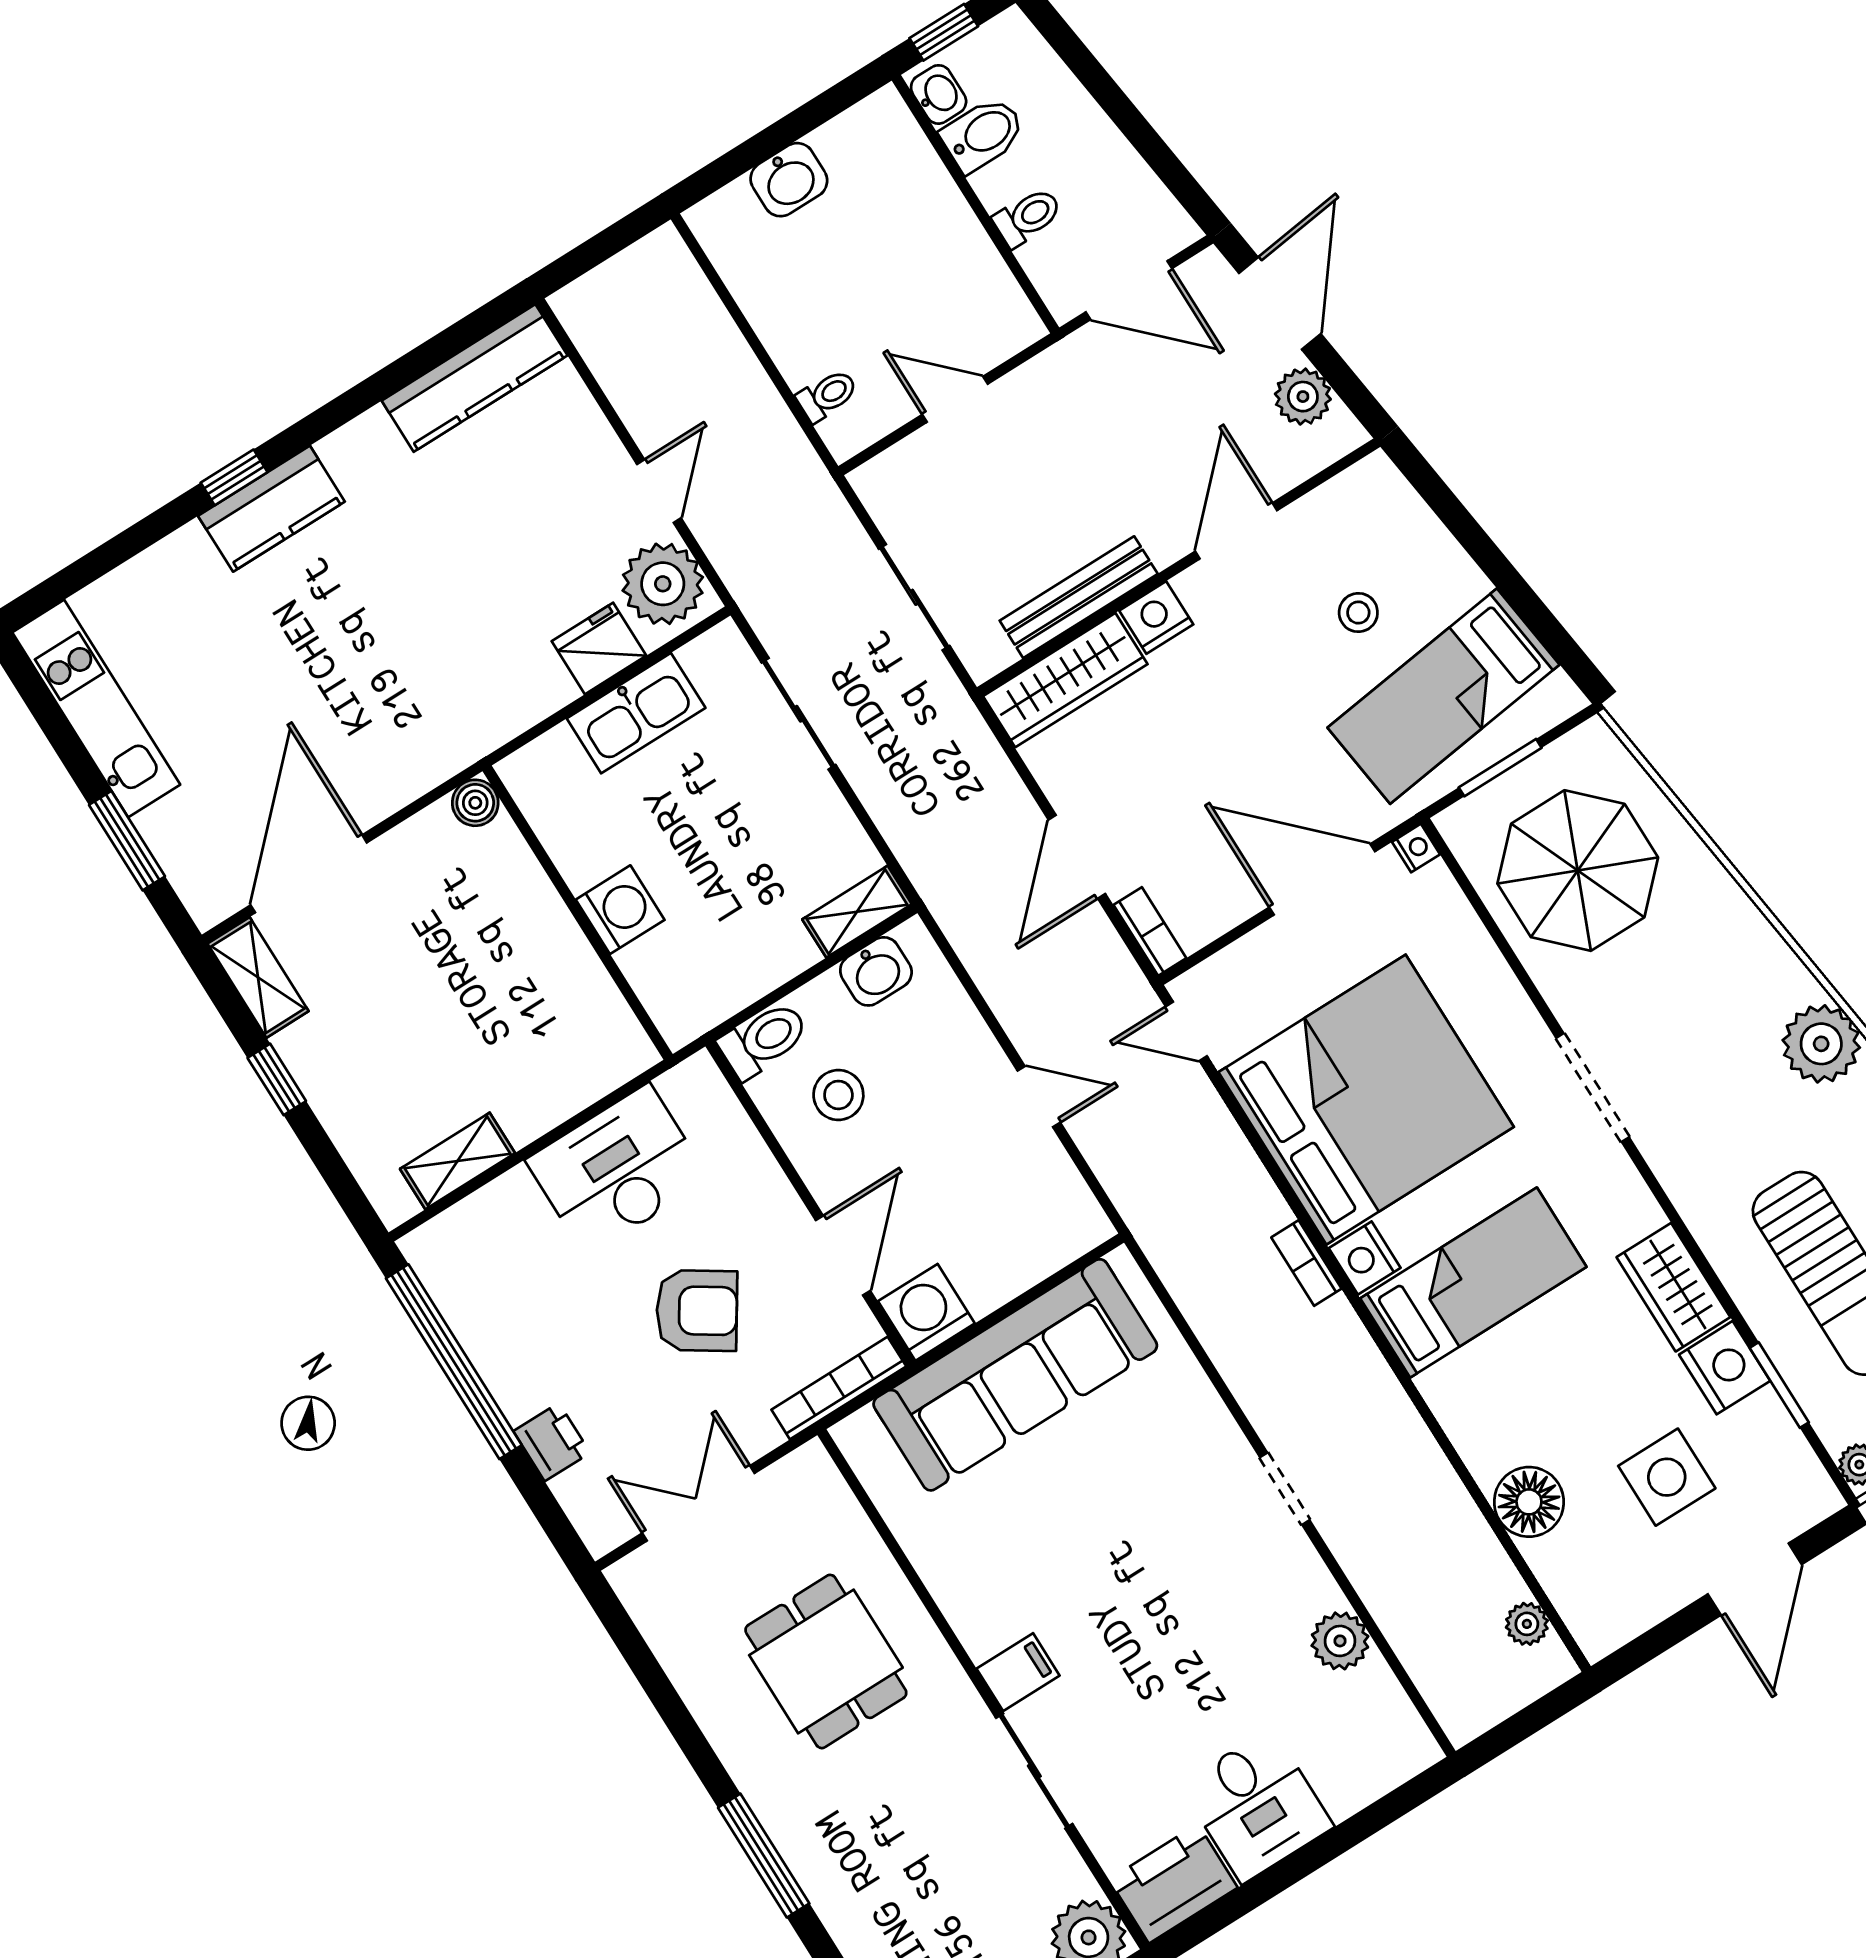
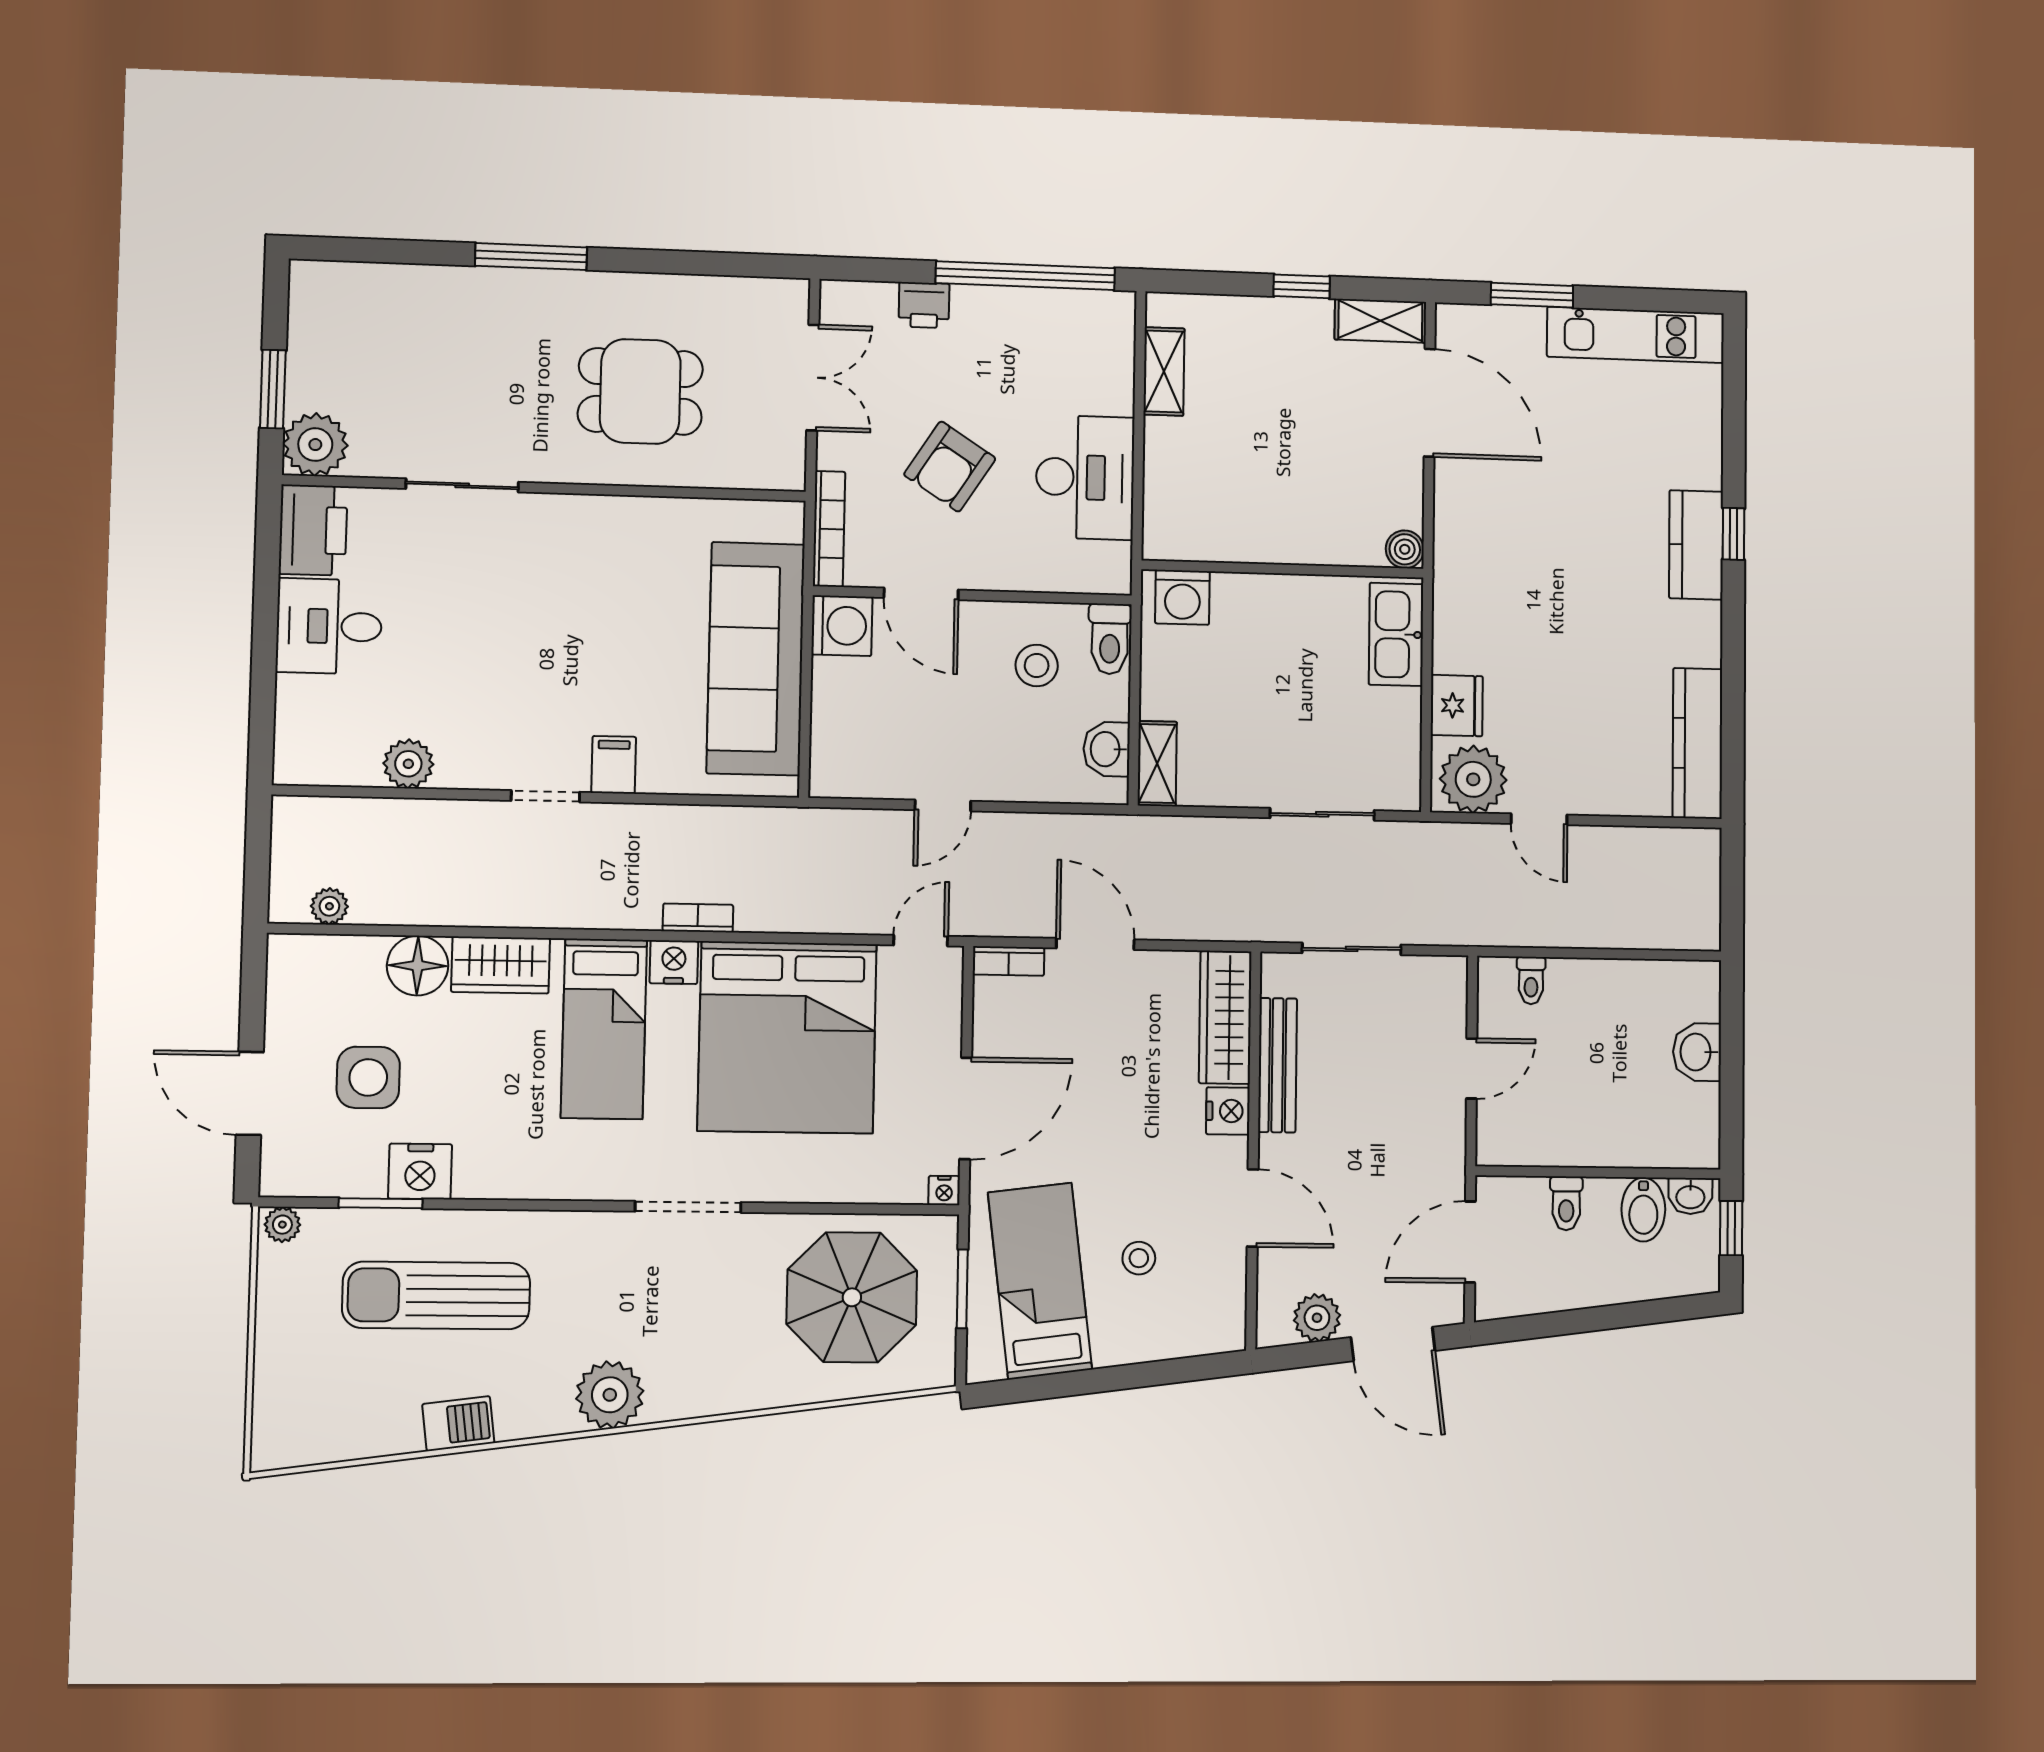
kitchen sink: (636, 713) -> (1396, 634), moved
washing machine: (620, 910) -> (1182, 597), moved
wardrobe: (1673, 1287) -> (501, 965), moved, turned 180
filing cabinet: (1018, 1672) -> (614, 765), moved, turned 180

